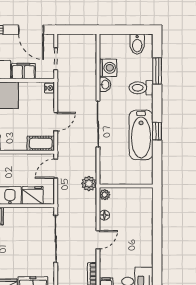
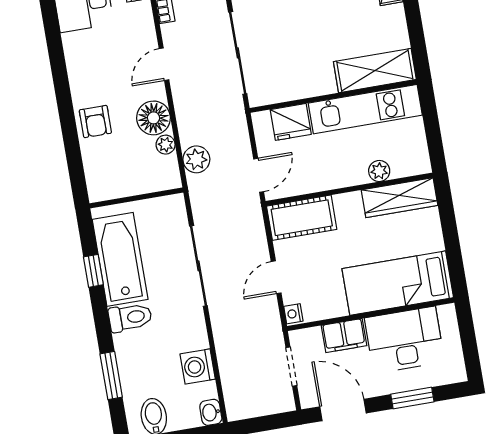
washbasin: (105, 85) -> (211, 412), moved
toilet: (141, 88) -> (130, 317), moved
door: (56, 122) -> (276, 277), moved
cot: (41, 143) -> (302, 218), width x1.37, depth x1.34
wall: (126, 186) -> (136, 198), moved
armchair: (142, 214) -> (95, 122), added
floor lamp: (104, 215) -> (154, 118), width x1.89, depth x1.89

